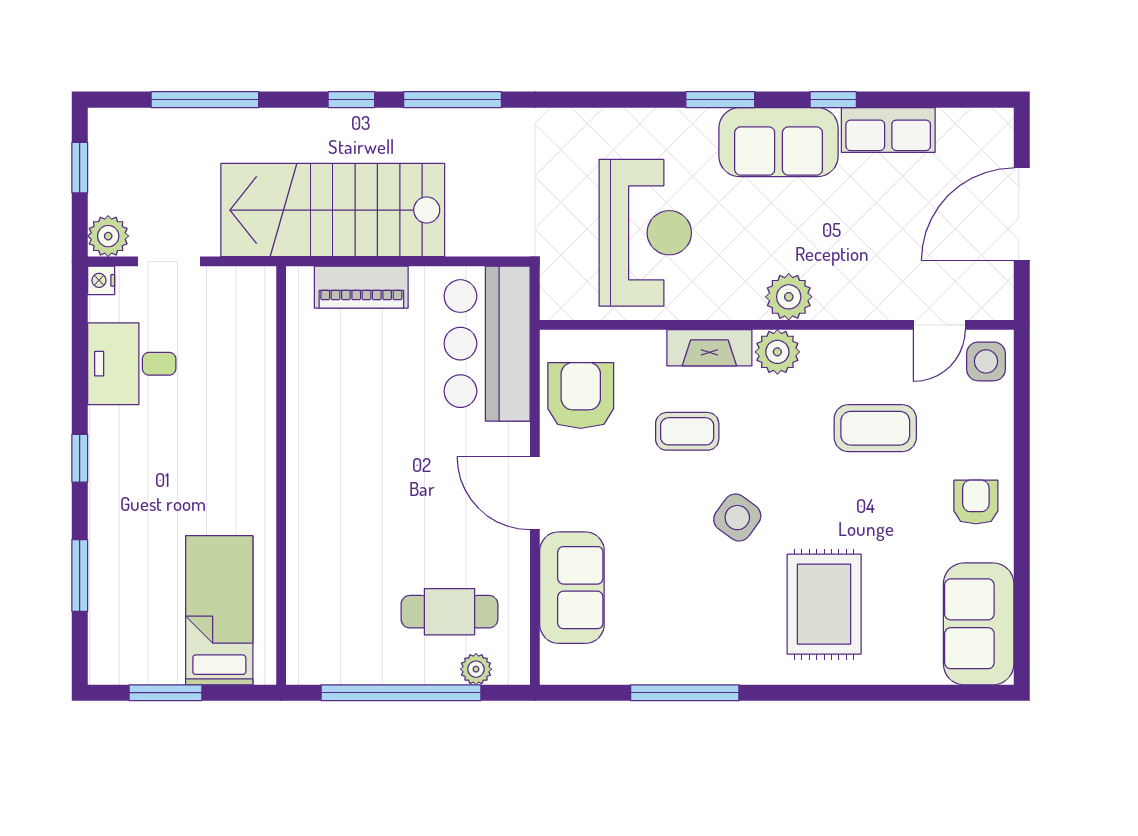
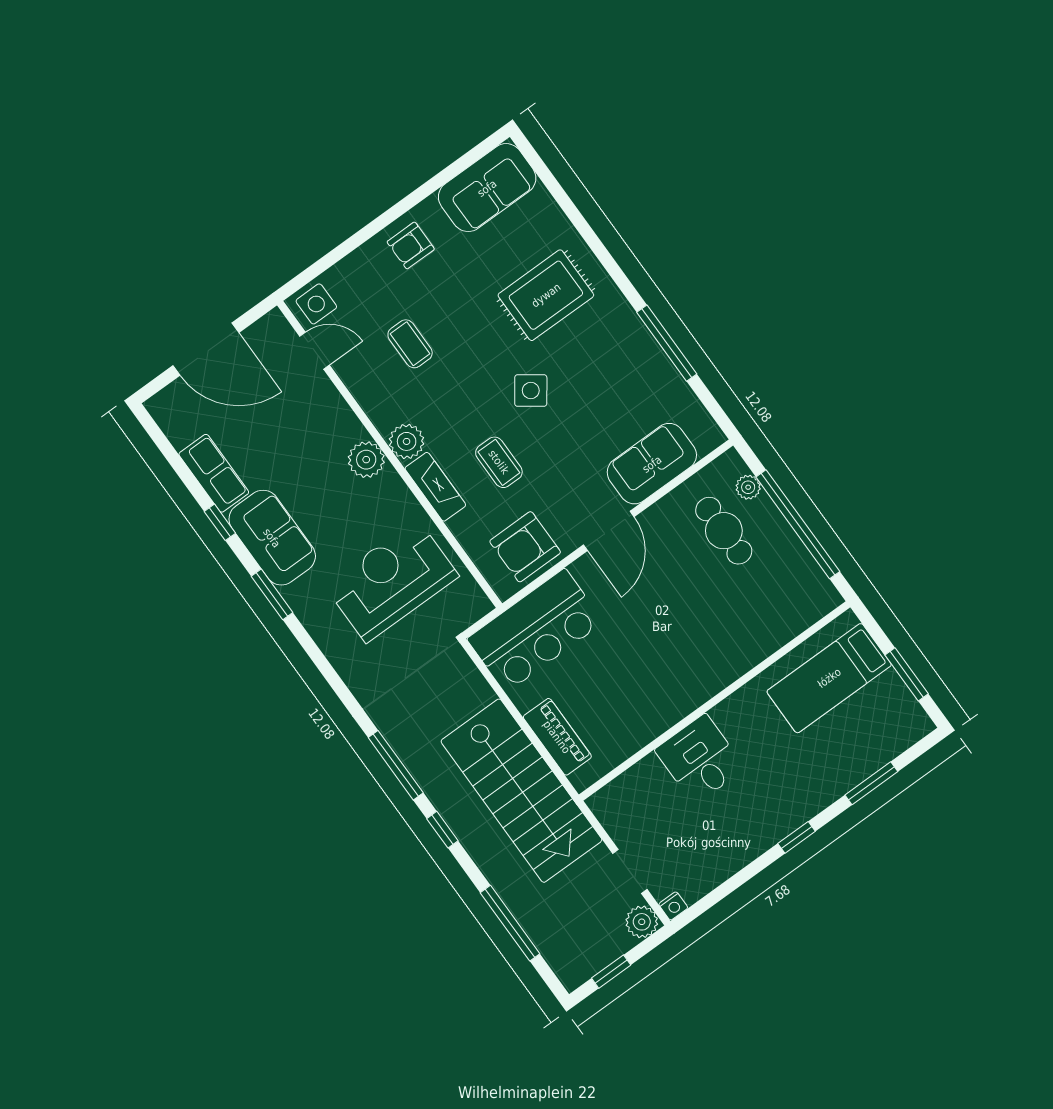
desk: (132, 364) -> (700, 759), moved, turned 180
coffee table: (875, 428) -> (410, 344), width x0.73, depth x0.77

